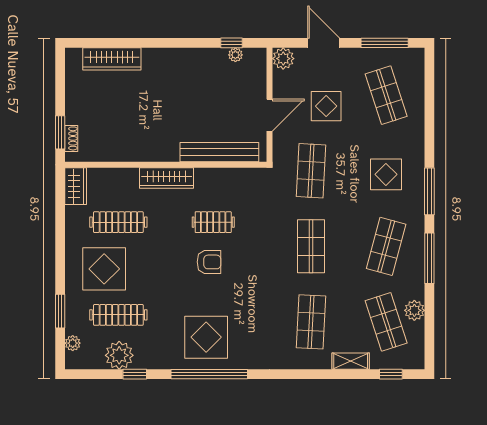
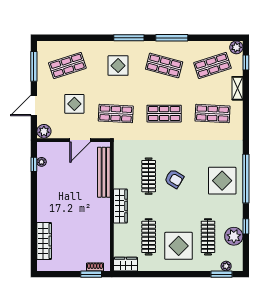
door: (270, 115) -> (80, 140), swing flipped
clothes rail: (213, 222) -> (149, 176), width x1.36
armchair: (209, 262) -> (174, 179), turned 121
plant: (414, 310) -> (236, 47), moved
window: (60, 311) -> (221, 274), moved

